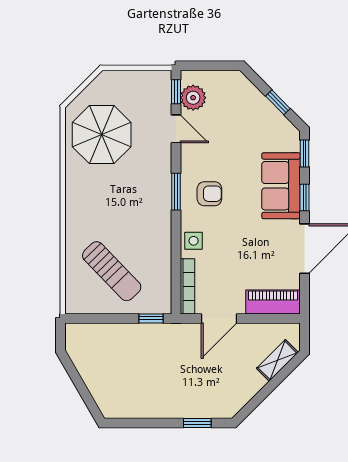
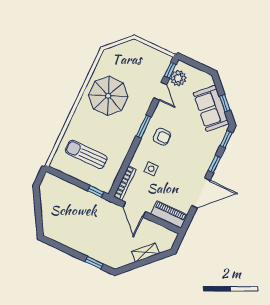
parasol: (102, 135) -> (108, 96), moved
sofa: (281, 186) -> (211, 108), moved, turned -45
side table: (194, 241) -> (151, 169), moved
sun lounger: (112, 271) -> (86, 154), turned 134
door: (219, 318) -> (134, 210), hinge flipped
shelving: (277, 360) -> (145, 252), moved

